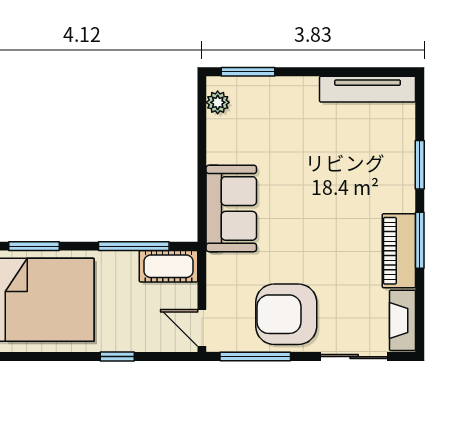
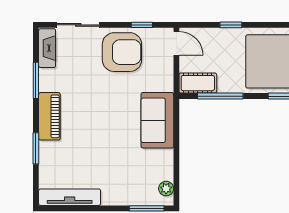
window: (420, 240) -> (36, 80), moved
piano: (399, 251) -> (49, 116), moved
window: (255, 357) -> (142, 25), width x0.46

